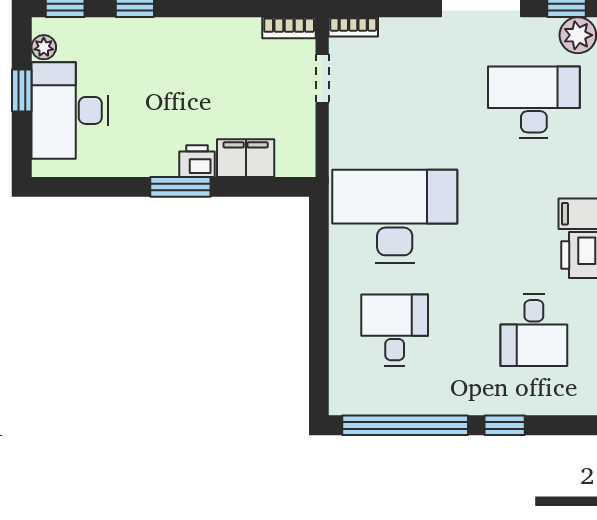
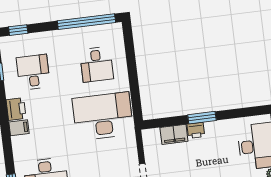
desk: (395, 216) -> (103, 116), turned 180
window: (505, 425) -> (18, 30), moved

